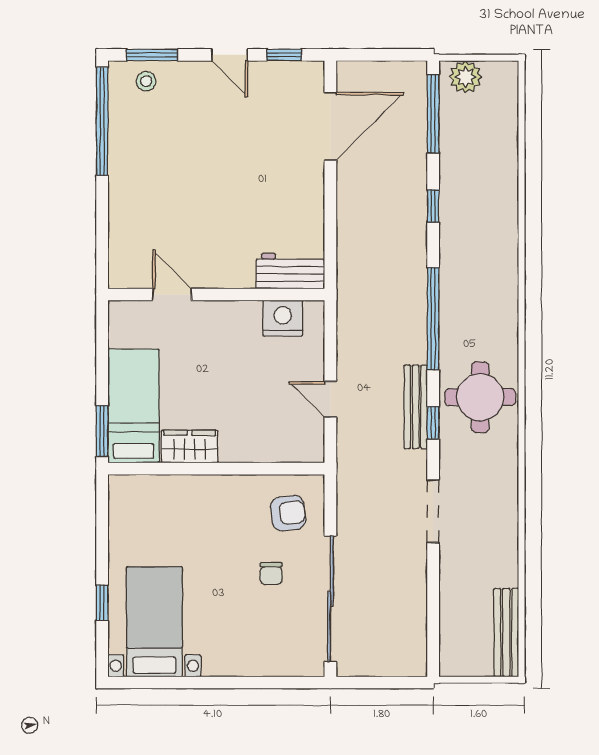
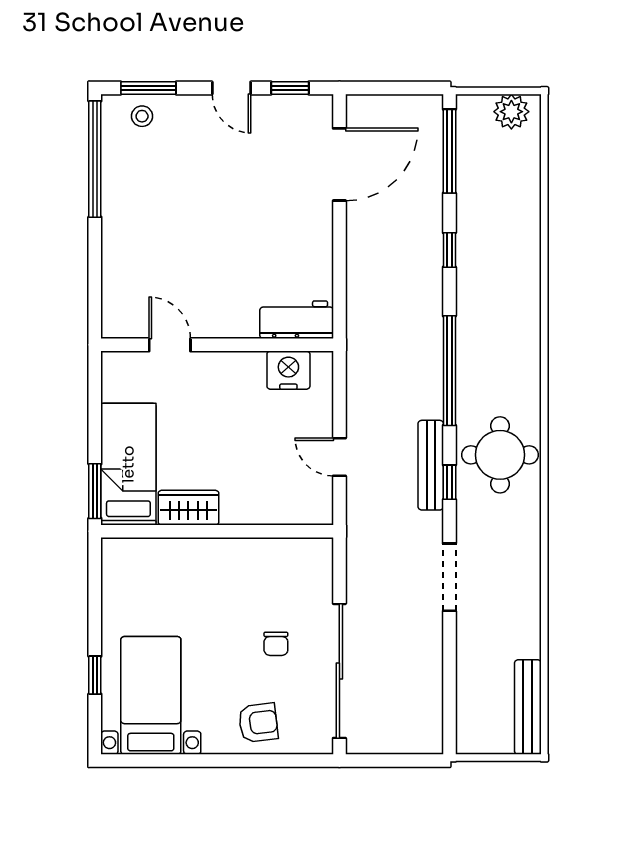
plant: (466, 77) -> (511, 112), moved
armchair: (288, 513) -> (258, 723), moved

